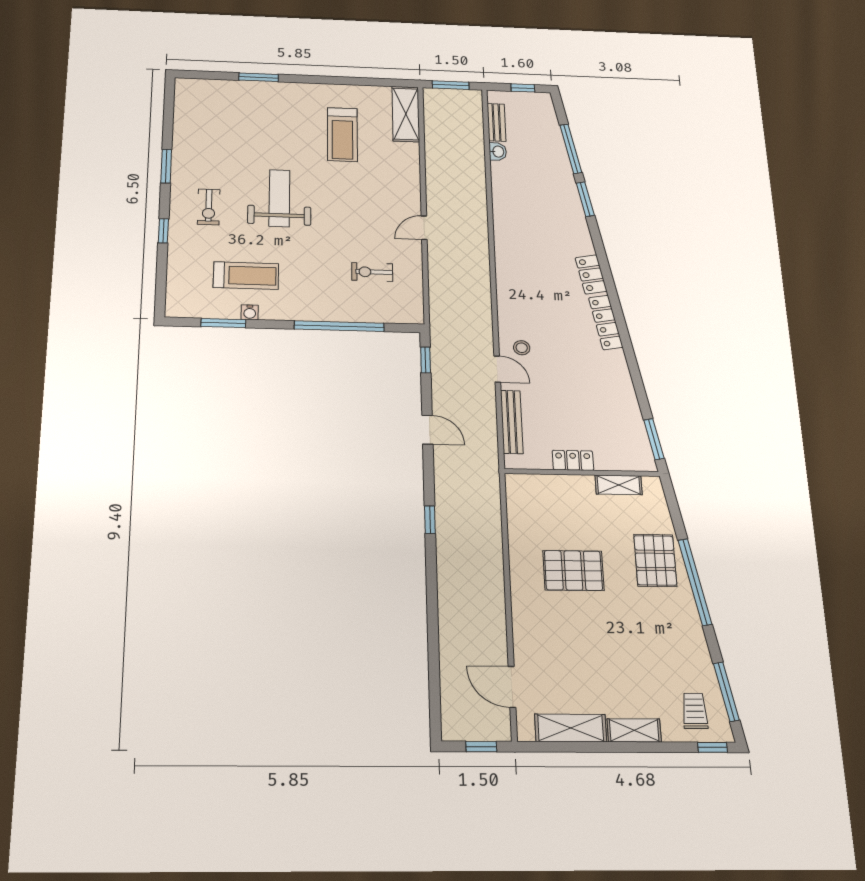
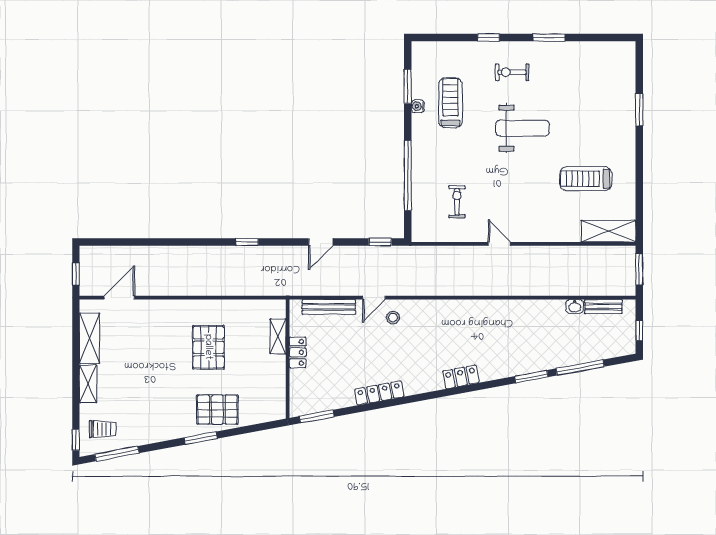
treadmill: (246, 276) -> (450, 103), turned 180
locker: (606, 322) -> (379, 393), moved
shelving: (619, 485) -> (278, 336), moved
window: (695, 582) -> (201, 438), width x0.47

